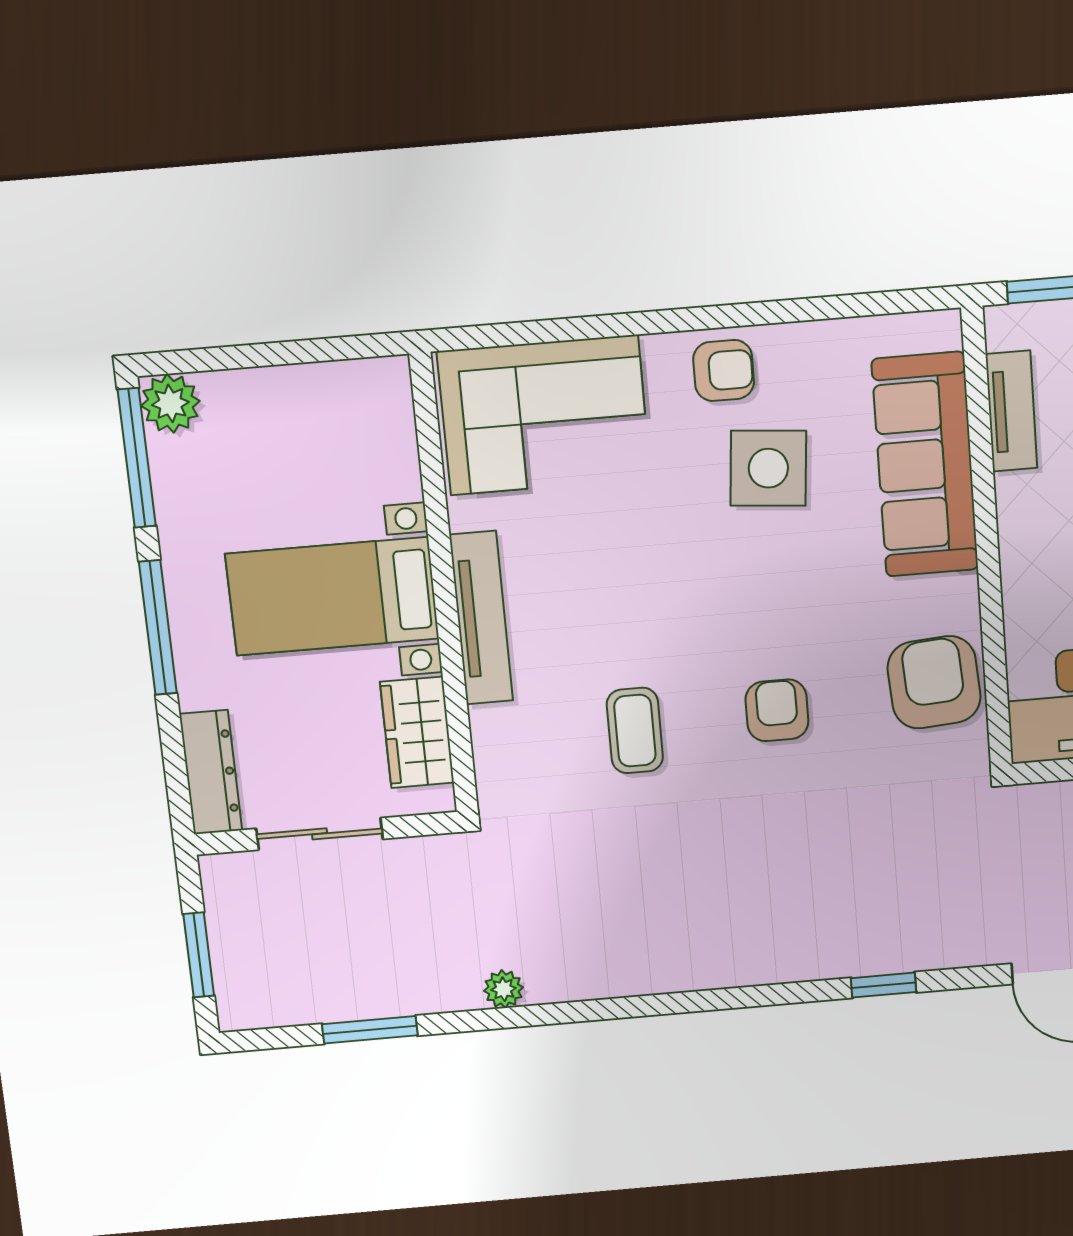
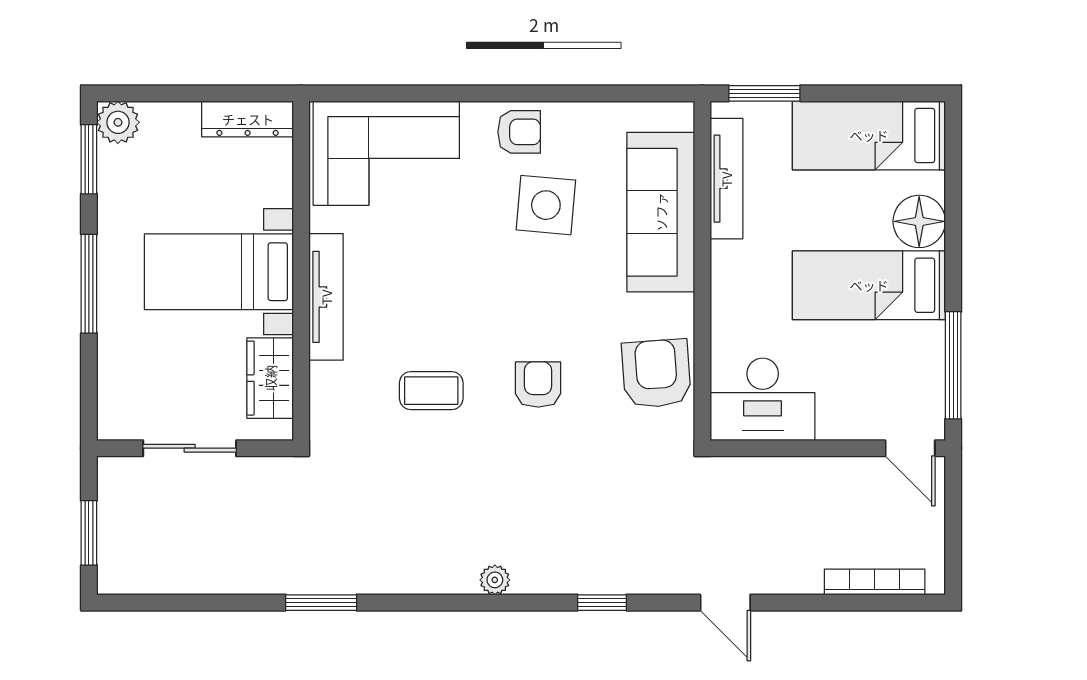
tv unit: (1011, 411) -> (726, 179), width x1.41
window: (137, 458) -> (89, 159), width x0.69
coffee table: (635, 731) -> (431, 391), turned 90
dresser: (211, 772) -> (248, 119), moved, turned 90
plant: (504, 989) -> (495, 580), moved
window: (370, 1030) -> (321, 603), moved

